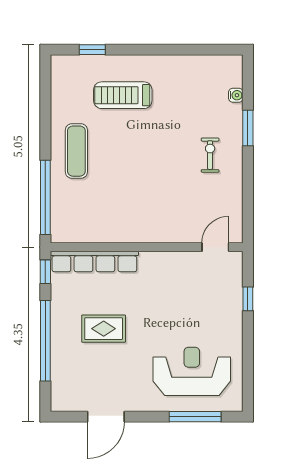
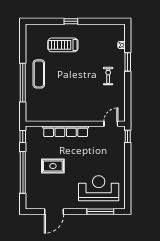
window: (92, 50) -> (71, 21), moved
window: (45, 197) -> (23, 83), moved
row of seats: (94, 262) -> (66, 131), moved
window: (248, 299) -> (128, 136), moved

